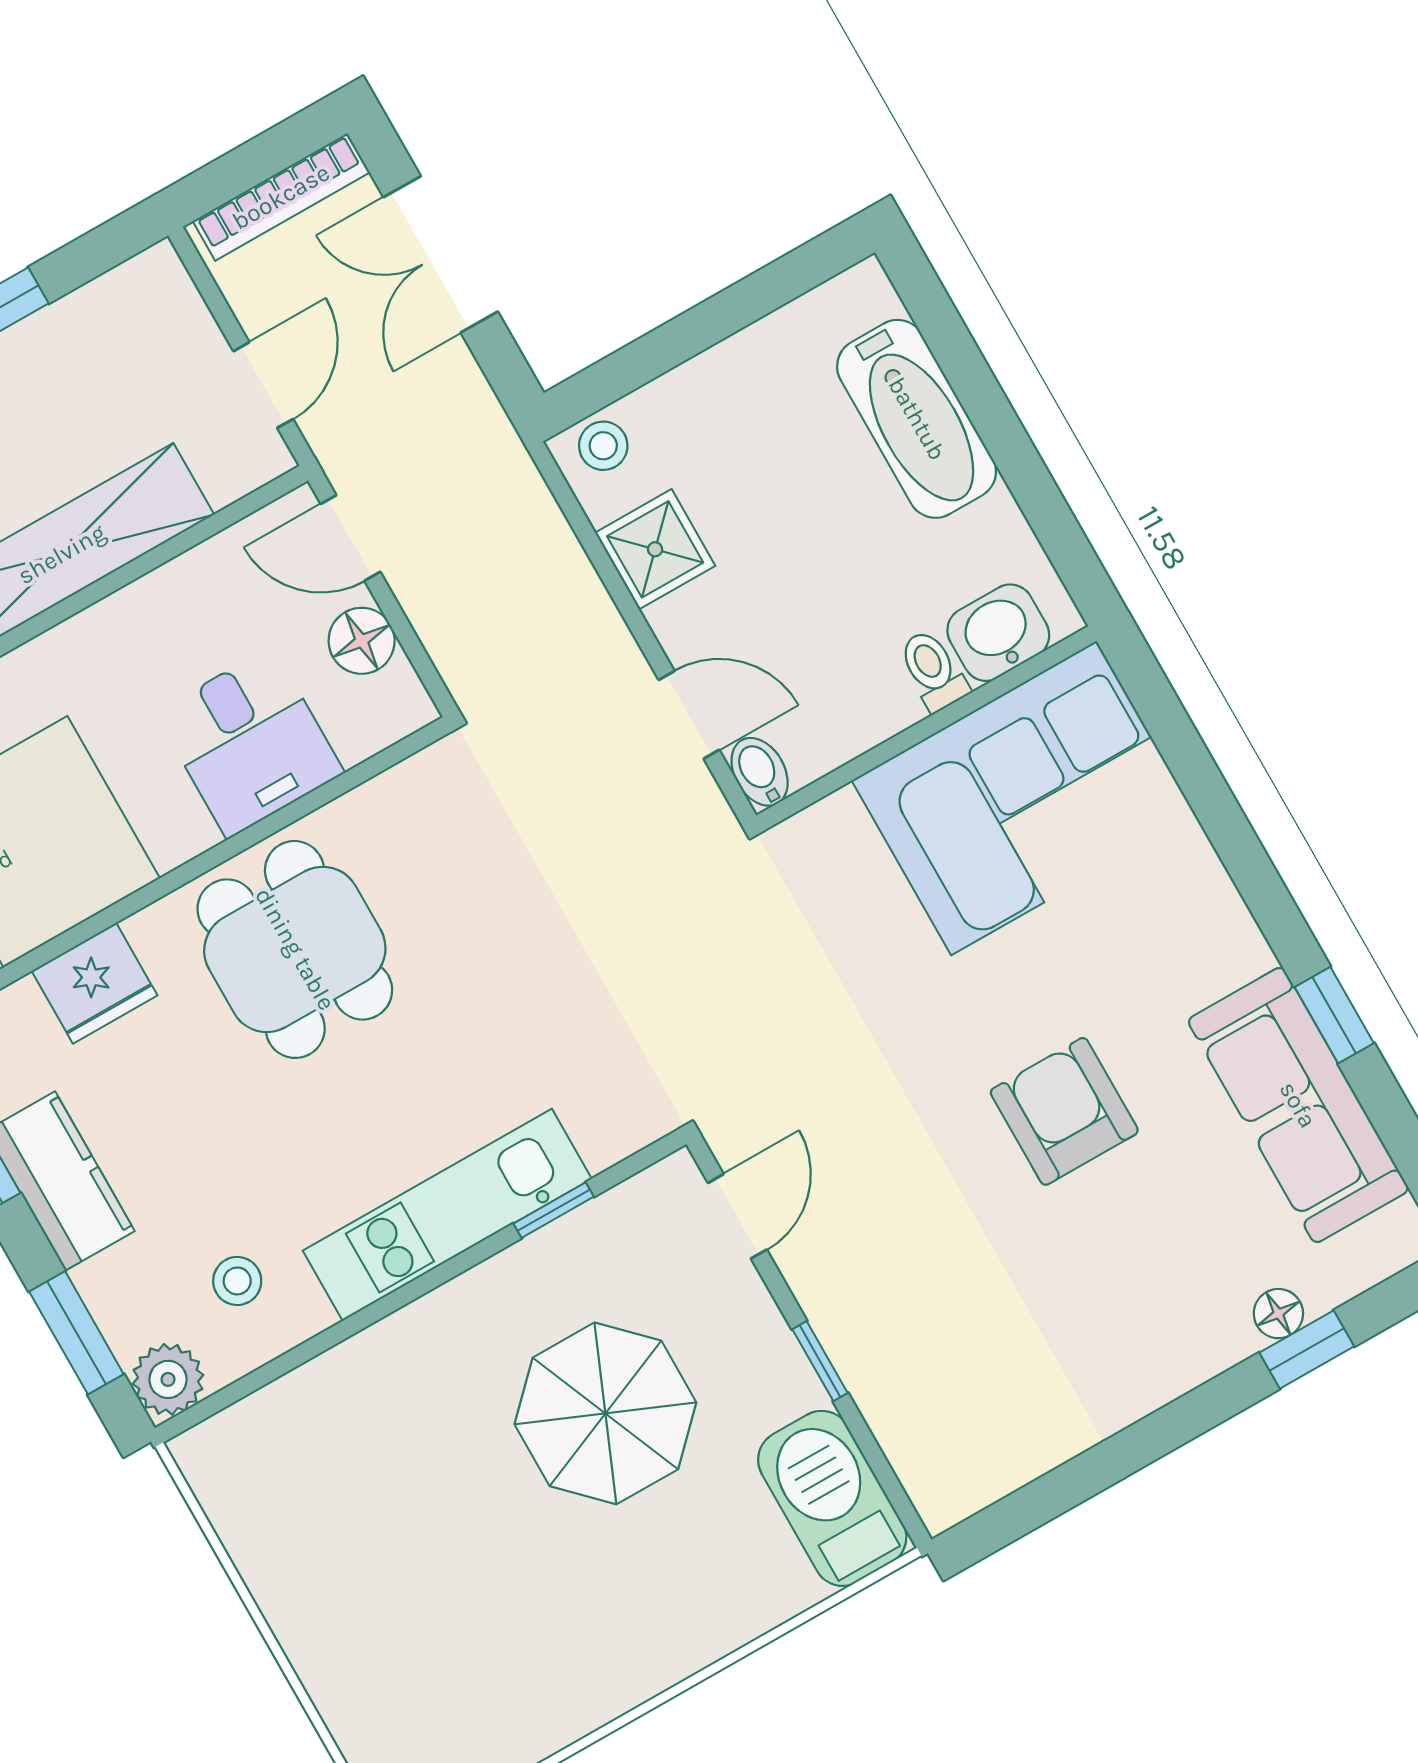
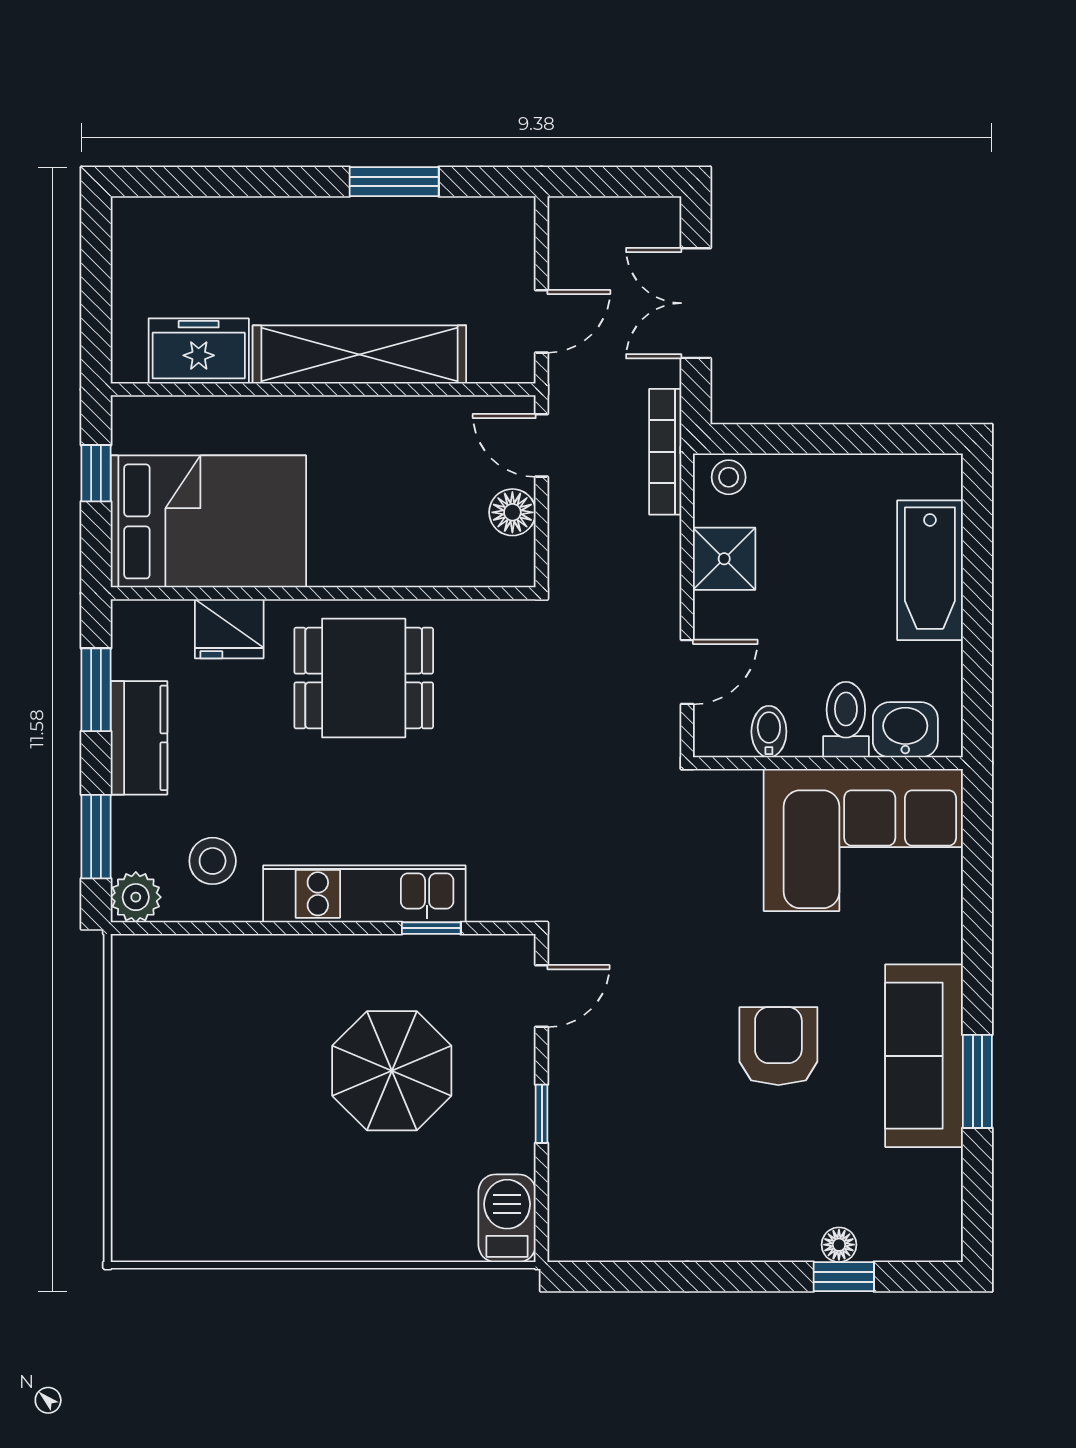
bookcase: (281, 197) -> (665, 452), moved, turned 90
toilet: (933, 670) -> (846, 720), width x1.37, depth x1.39
door: (689, 715) -> (687, 672), hinge flipped
desk: (250, 743) -> (408, 536), removed
bidet: (760, 772) -> (769, 732), moved
dining table: (295, 949) -> (364, 678), turned 90
window: (1334, 1015) -> (977, 1081), width x1.50
sofa: (1298, 1105) -> (924, 1056), moved
stool: (237, 1281) -> (213, 861), width x1.37, depth x1.37
barbecue: (832, 1498) -> (507, 1218), width x0.73, depth x0.83

